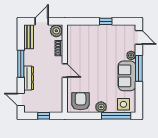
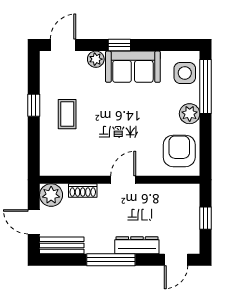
coffee table: (101, 40) -> (67, 114), added
window: (139, 68) -> (119, 45), width x0.46
armchair: (81, 101) -> (179, 151), turned 90

